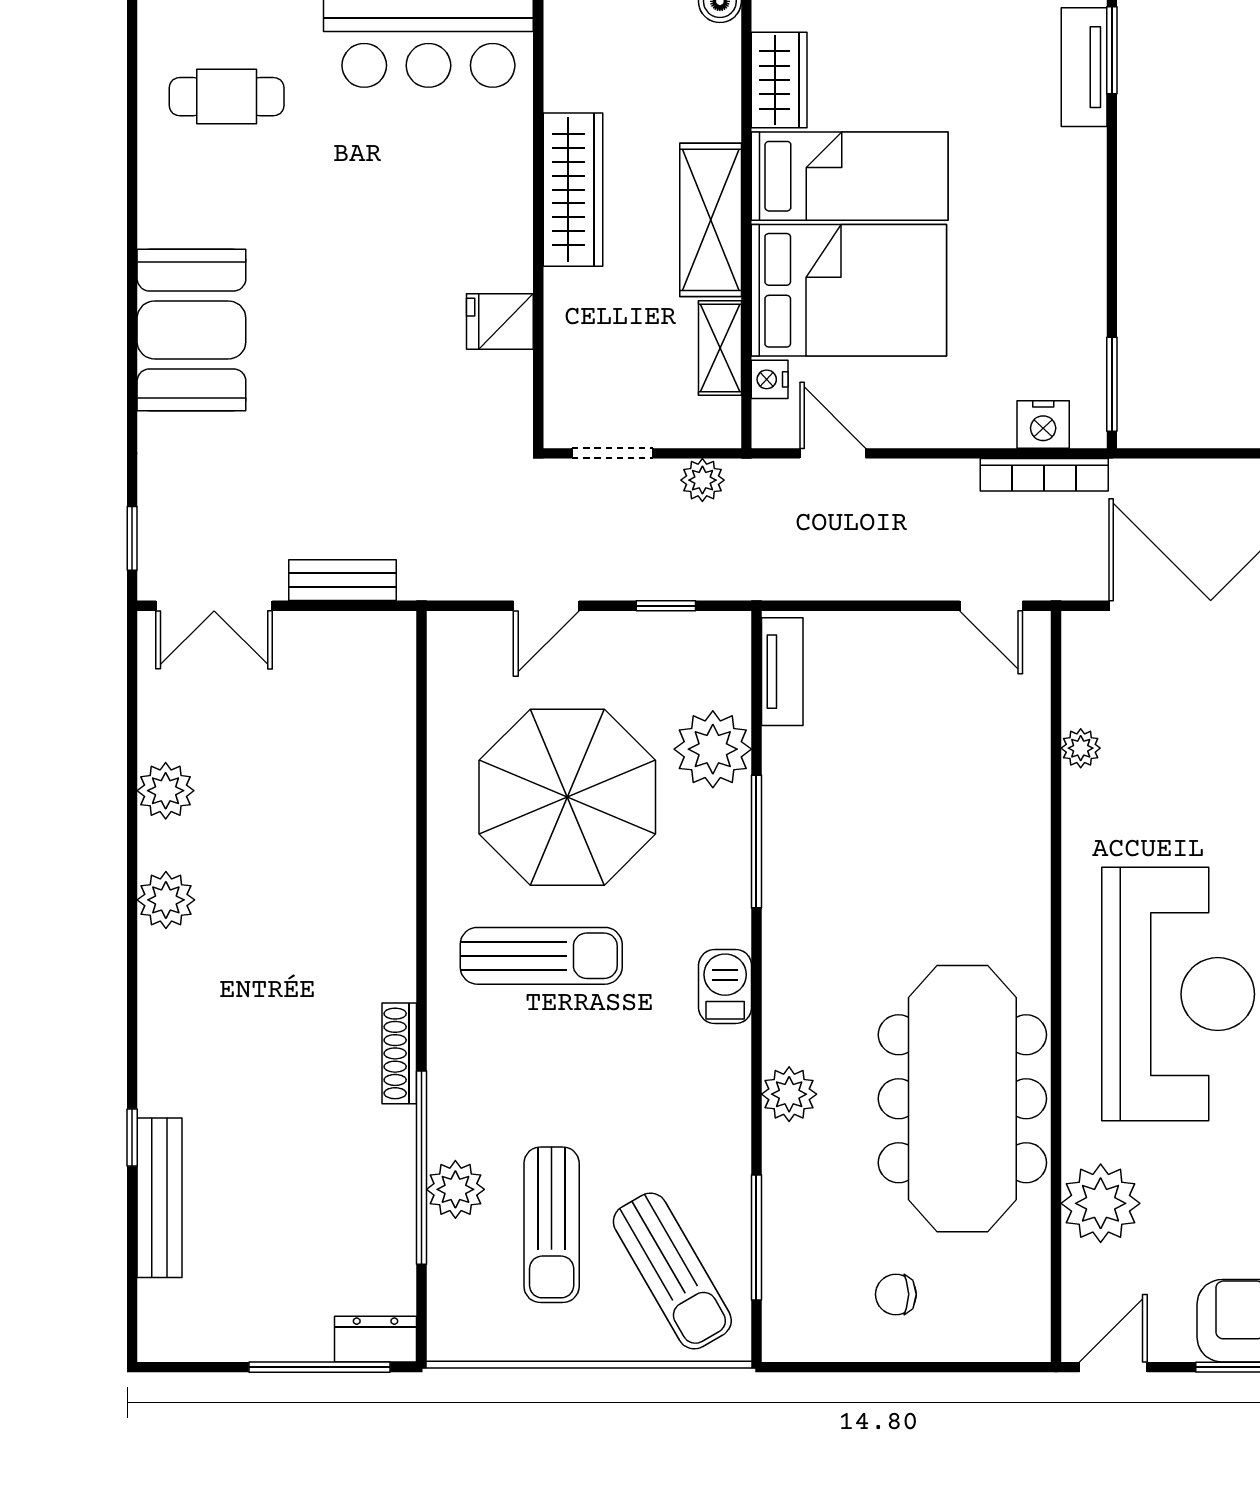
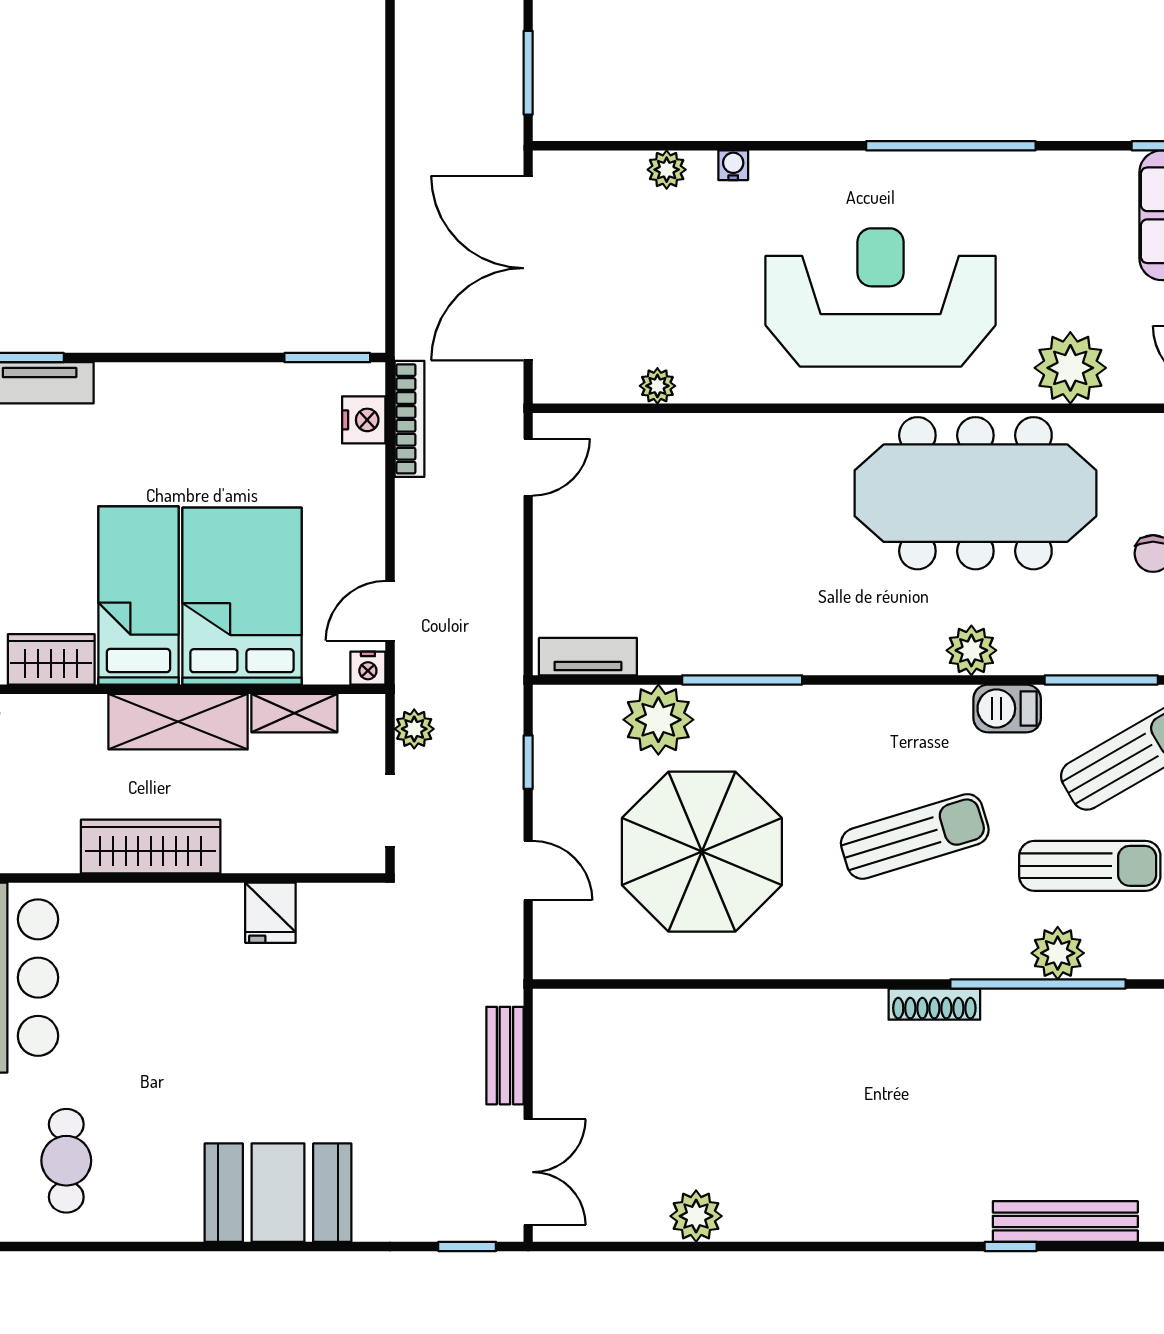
nightstand: (770, 379) -> (368, 668), moved
plant: (166, 900) -> (795, 1216), removed
sun lounger: (541, 956) -> (915, 836), moved, turned 73
barbecue: (725, 986) -> (1007, 708), moved

